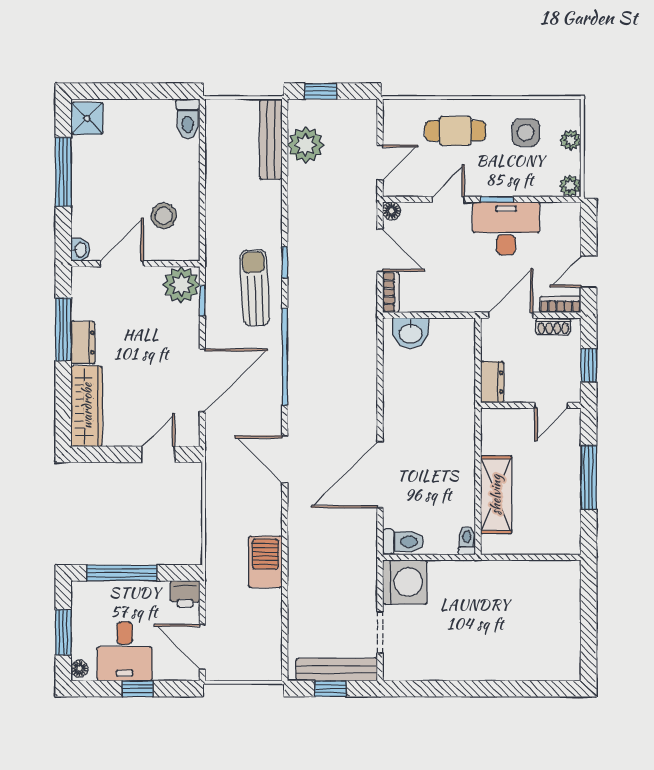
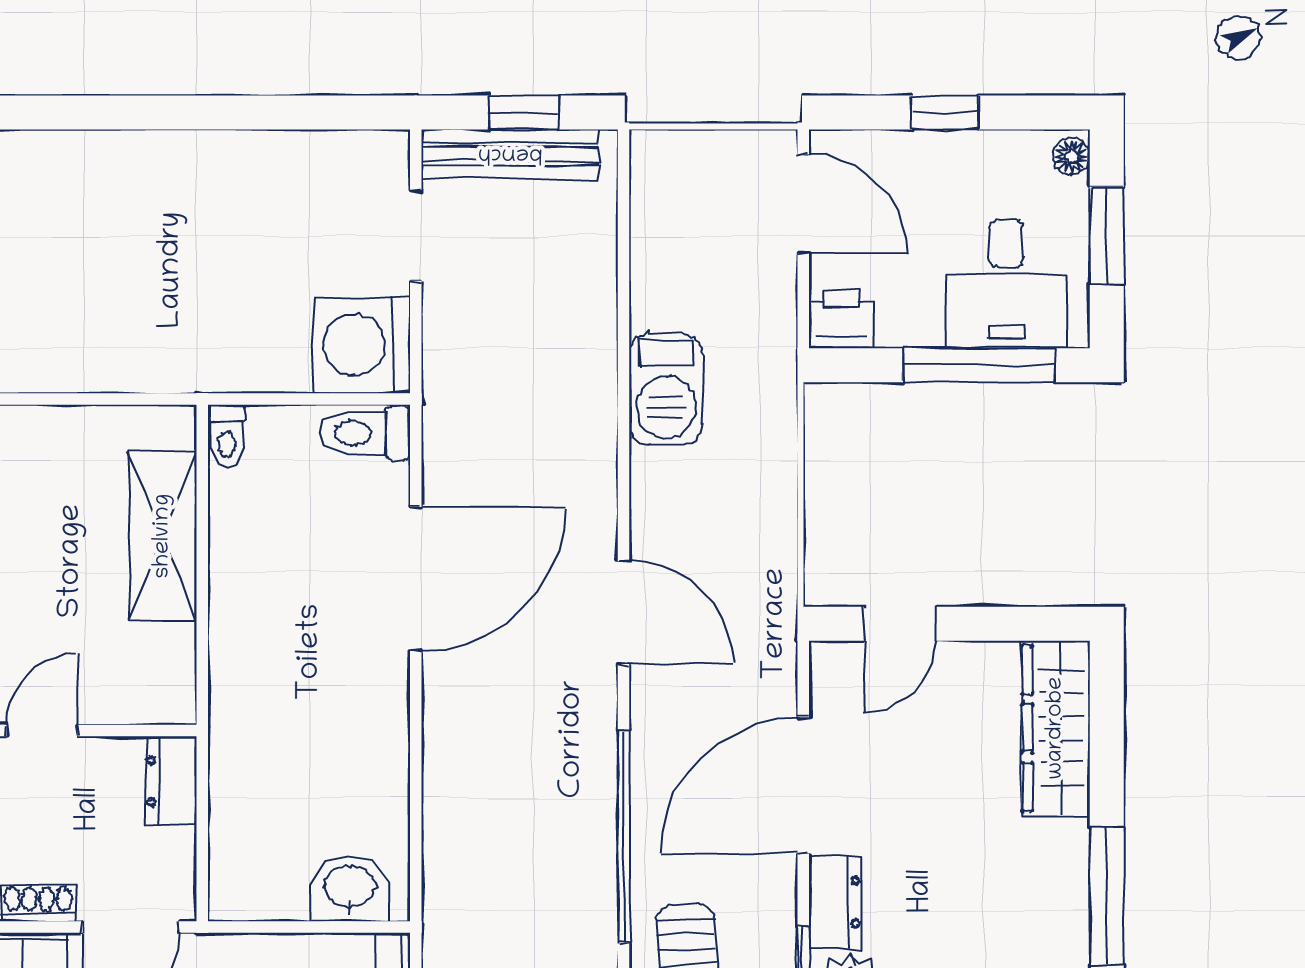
dresser: (83, 343) -> (835, 902), moved, turned 180
desk: (125, 651) -> (1006, 284), moved, turned 180

